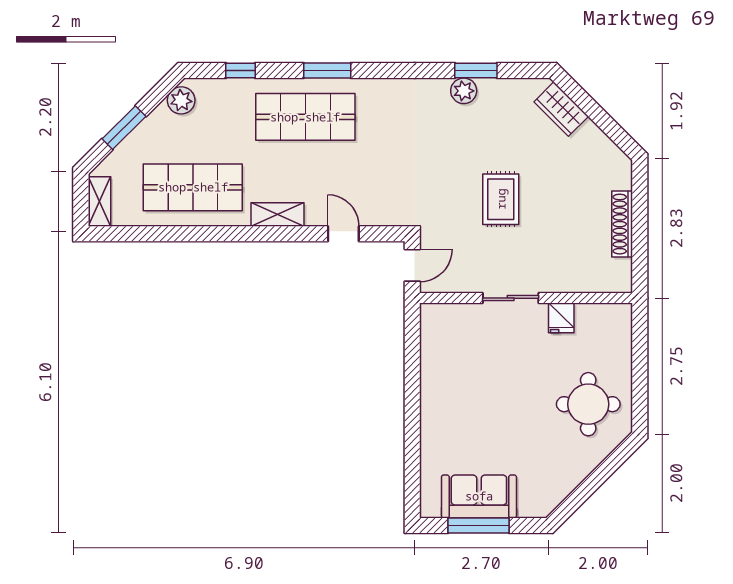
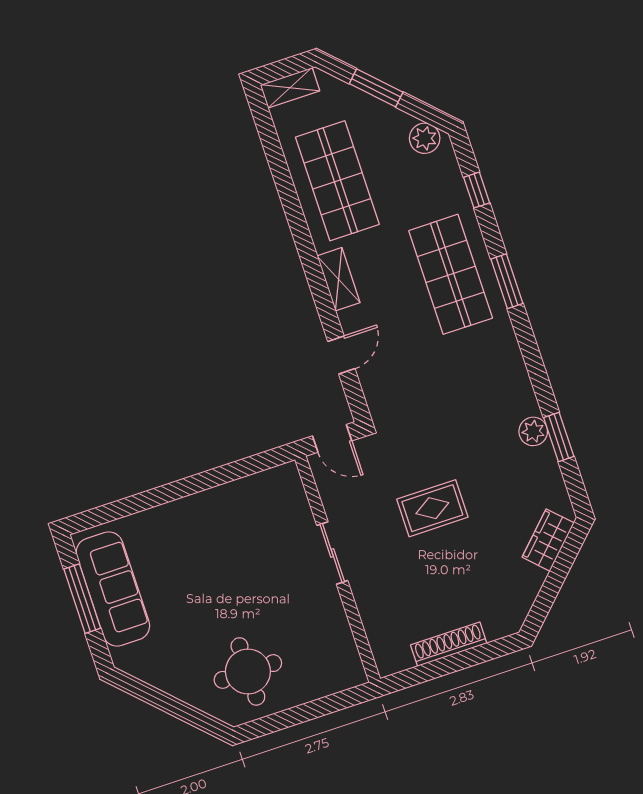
fridge: (561, 318) -> (329, 613), removed
sofa: (479, 496) -> (113, 589), width x1.36

